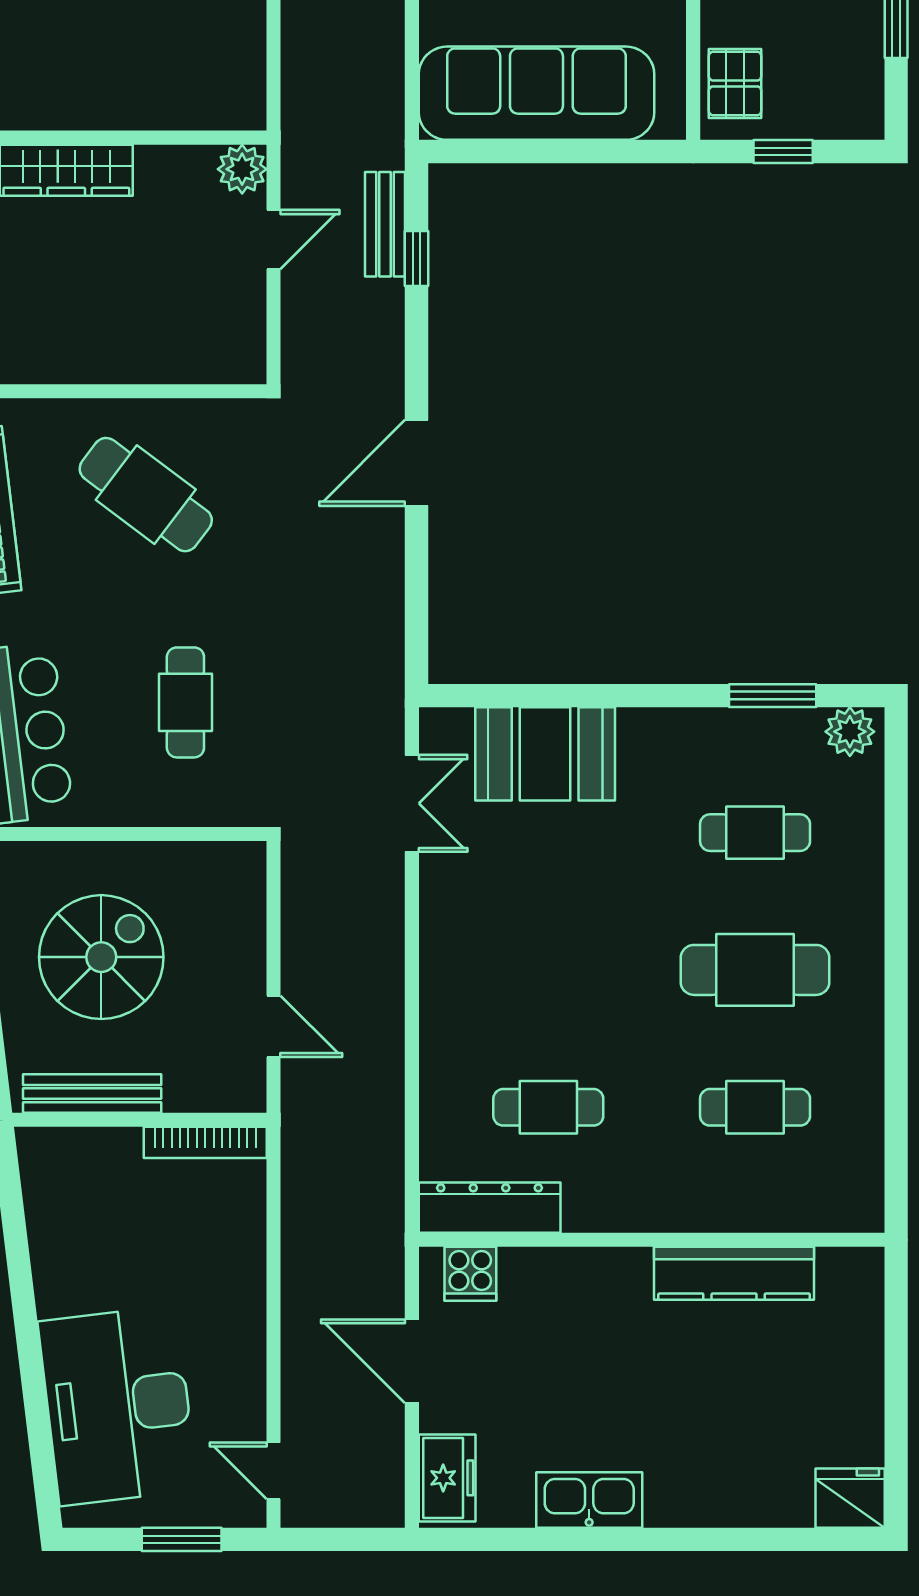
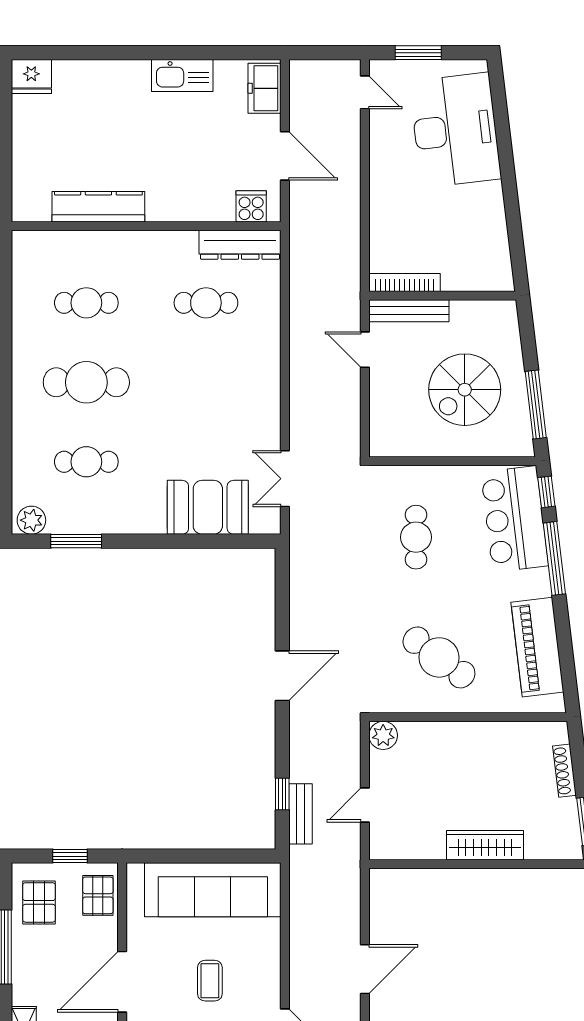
pallet: (837, 71) -> (39, 902), added
plant: (242, 169) -> (383, 735), moved
bench: (92, 1094) -> (409, 311), moved

